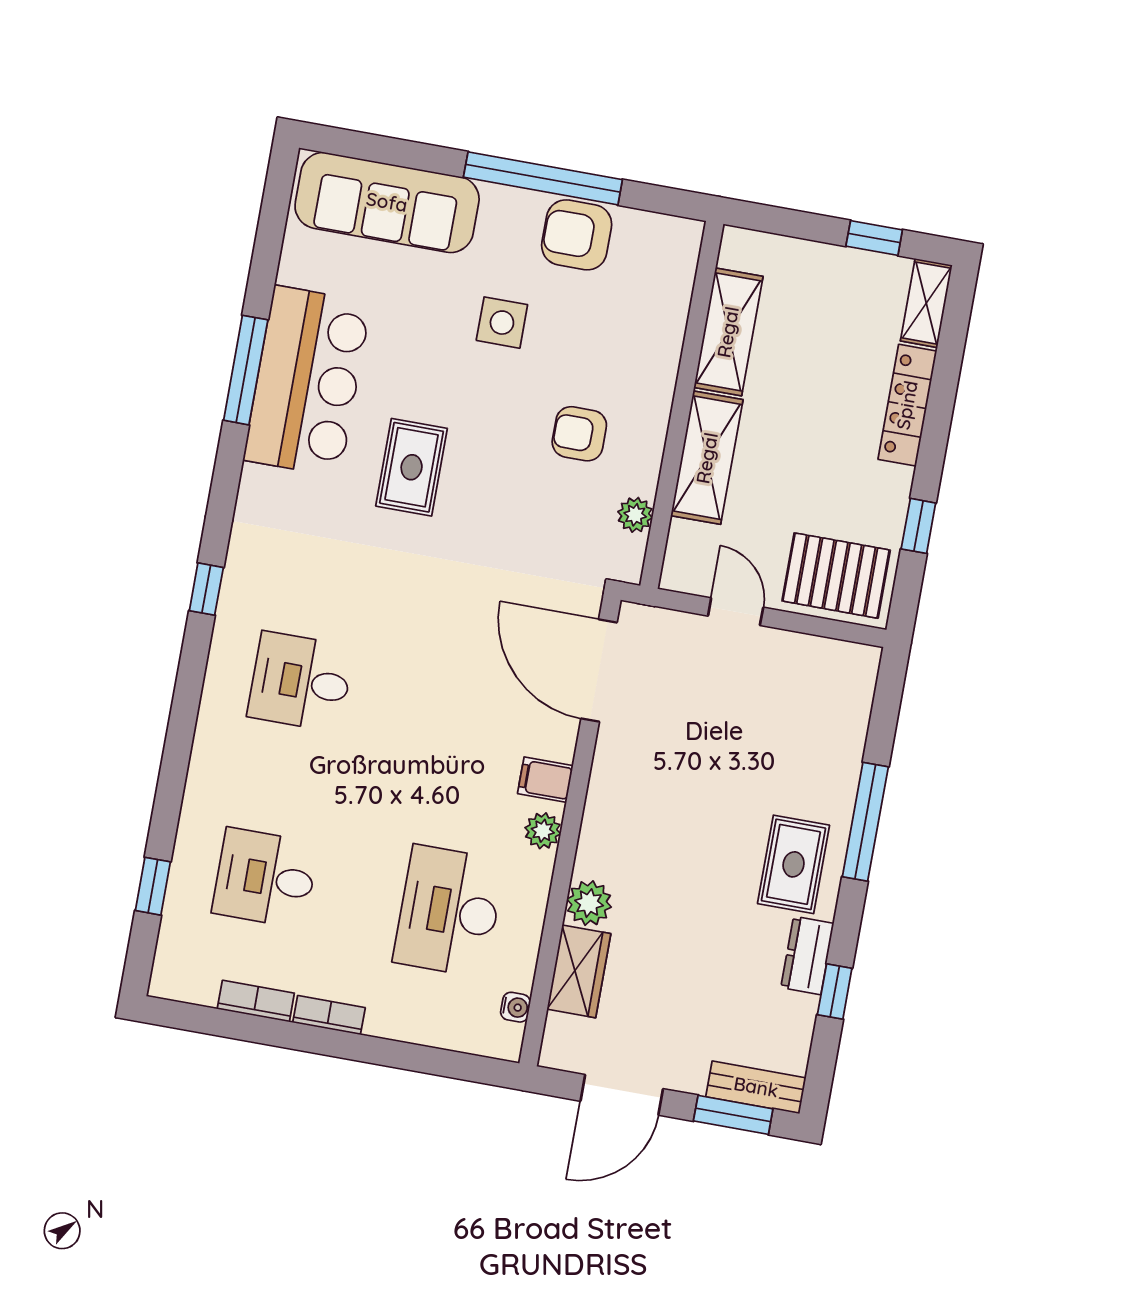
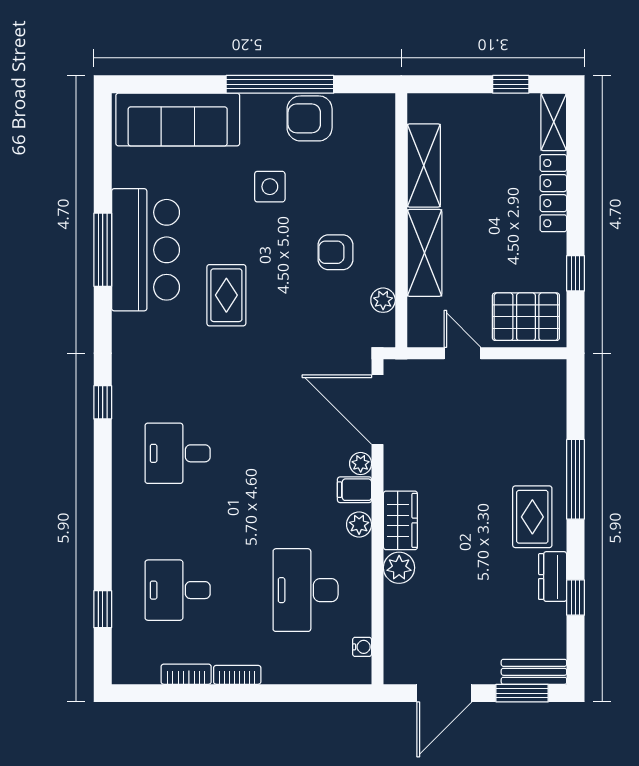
plant: (561, 744) -> (361, 464), added
wardrobe: (579, 971) -> (400, 520), moved

